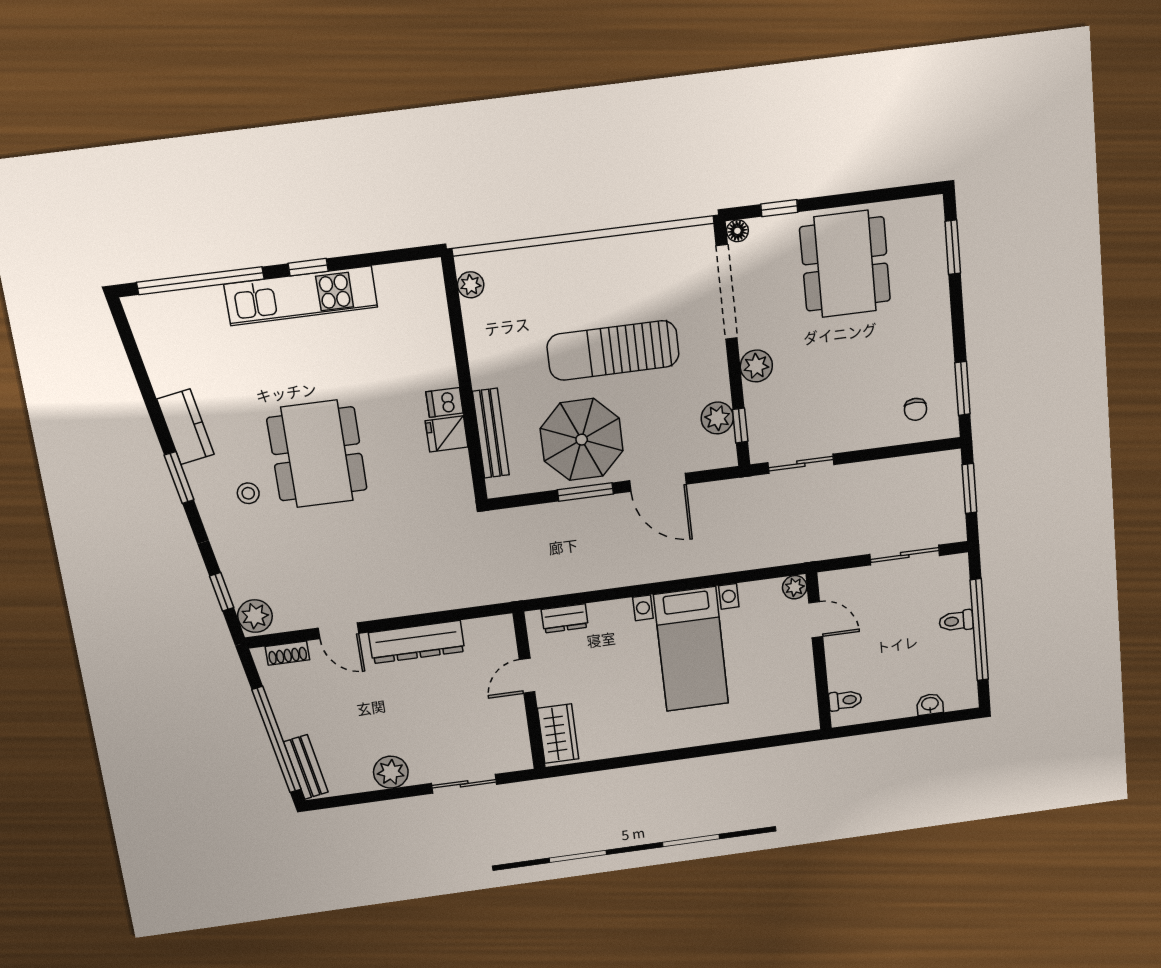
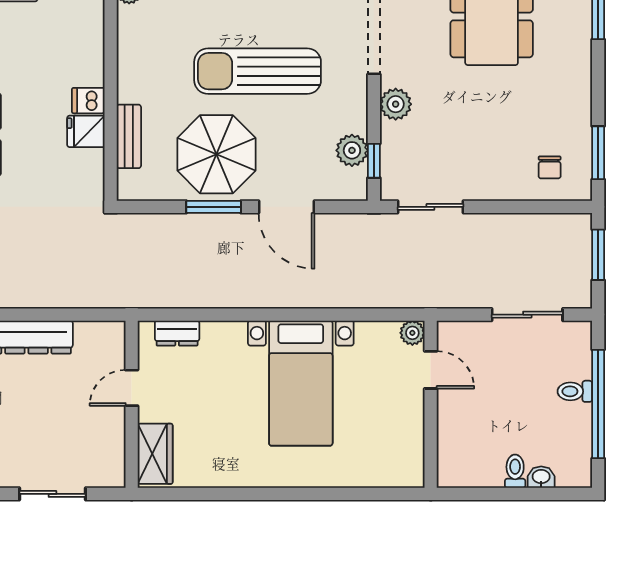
bench: (491, 433) -> (129, 136), width x0.73
toilet: (845, 700) -> (515, 471), moved, turned -90

